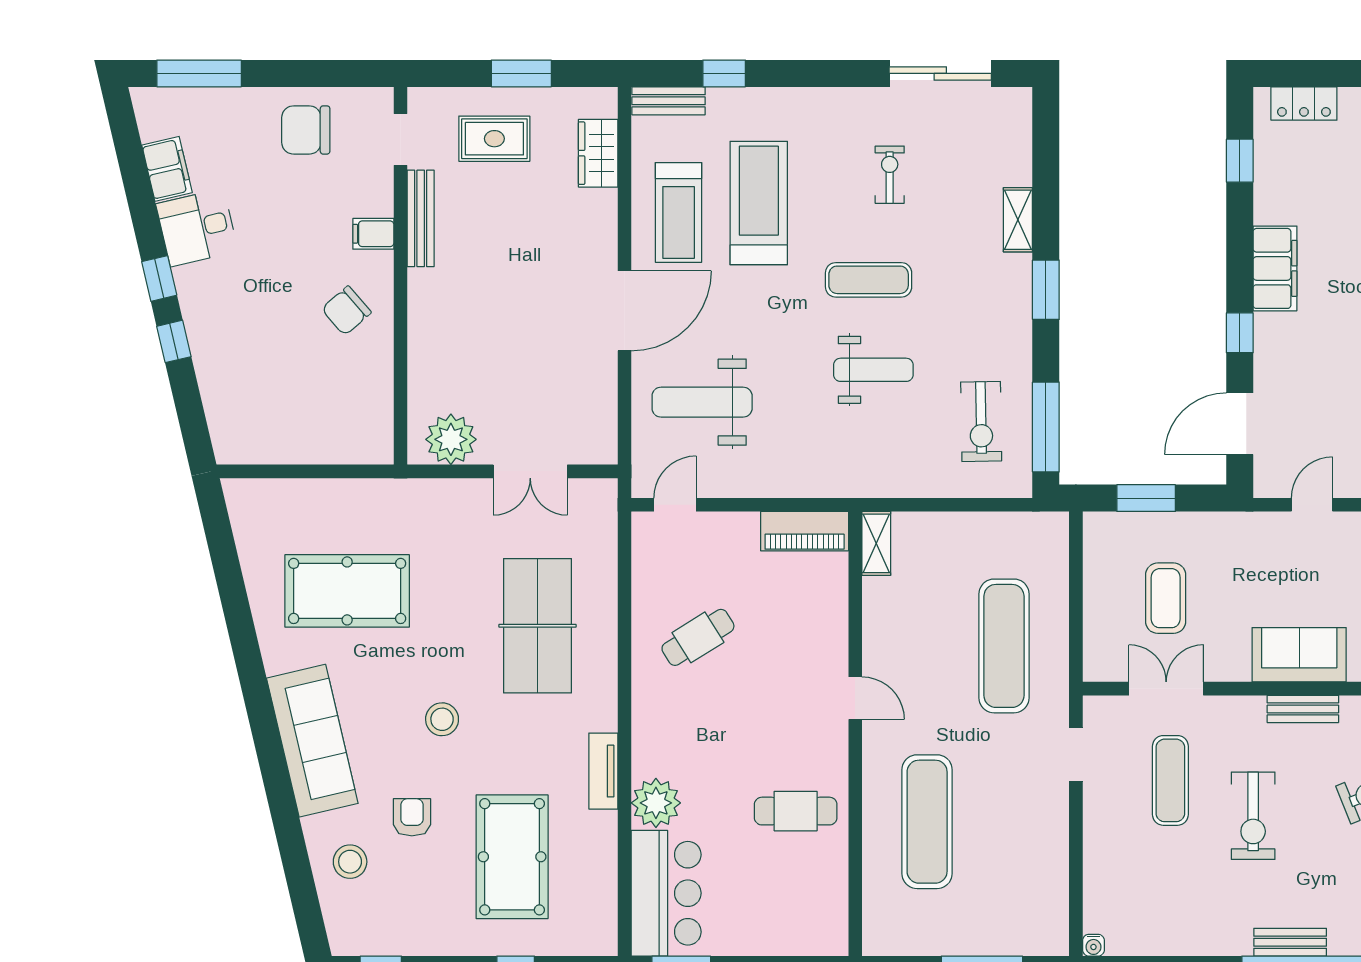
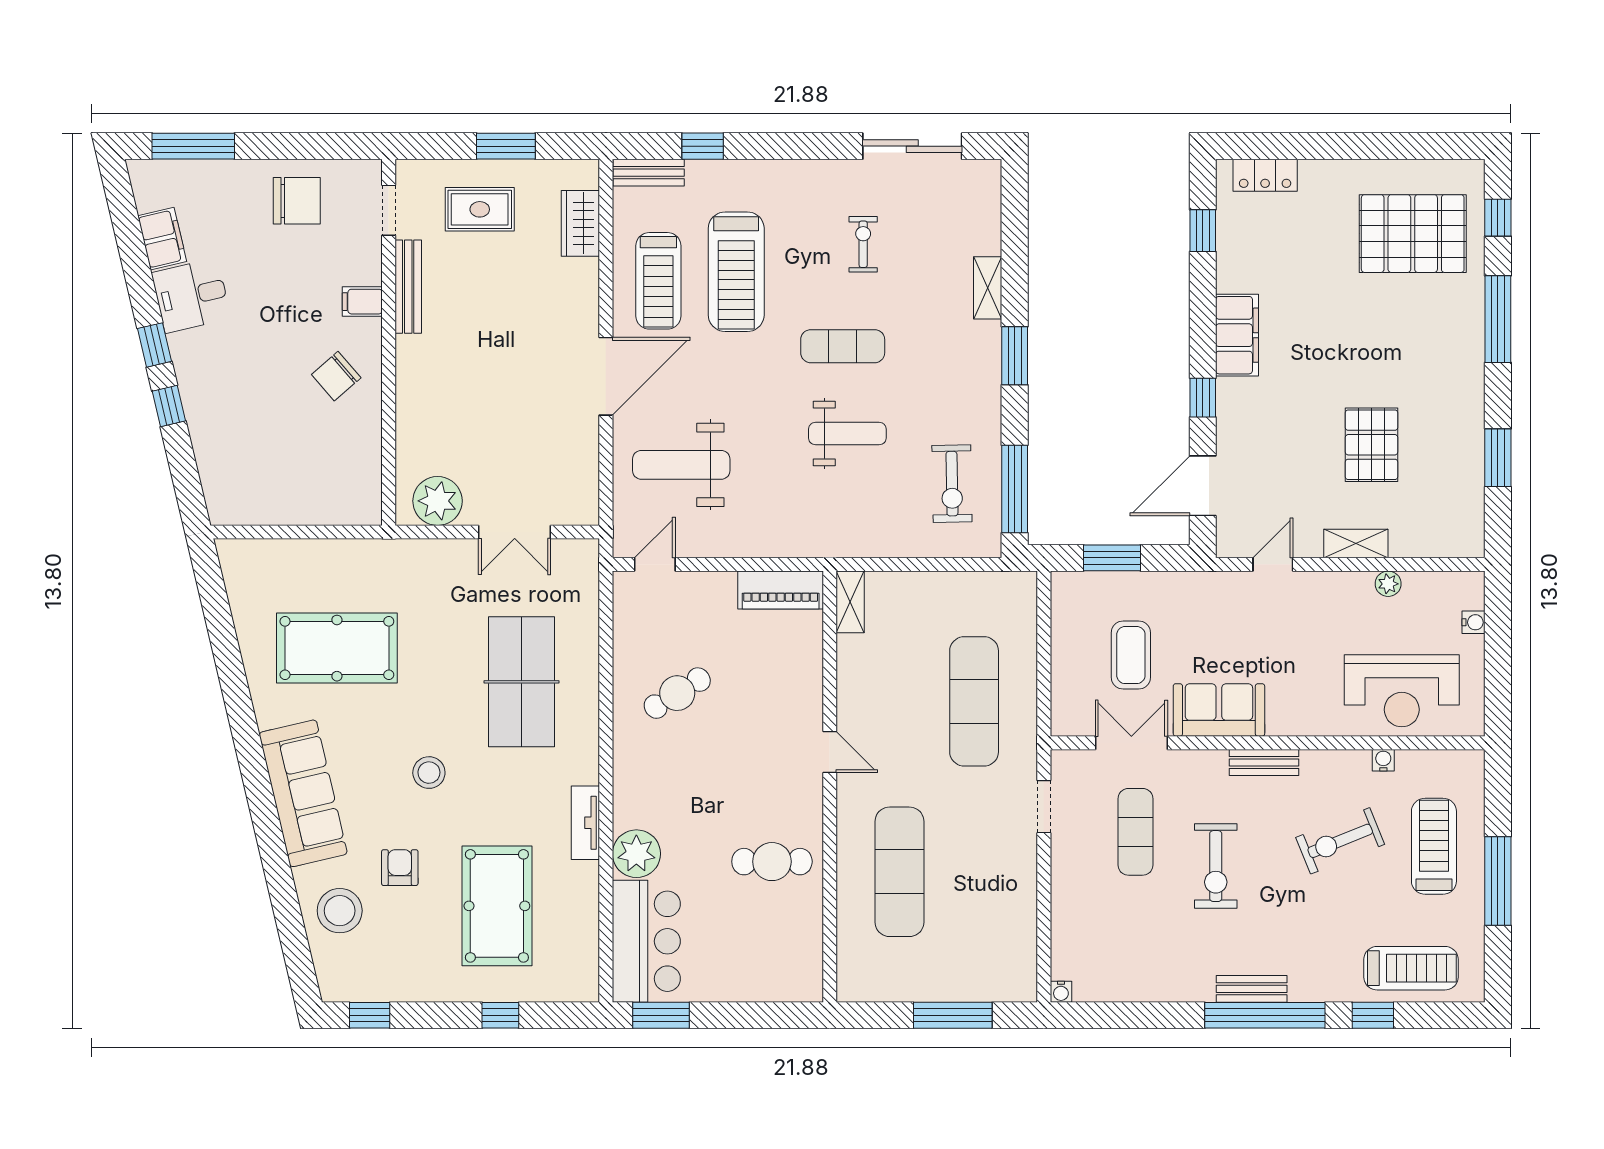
chair: (306, 130) -> (297, 201), turned 180
treadmill: (759, 203) -> (736, 272), turned 180
sofa: (1299, 655) -> (1219, 710), moved
stool: (350, 862) -> (340, 911), width x1.38, depth x1.38

